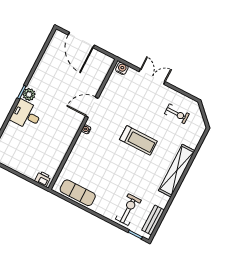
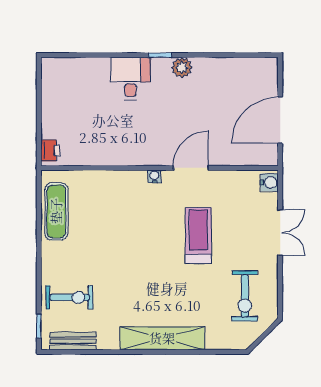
door: (81, 40) -> (280, 120), moved
plant: (29, 94) -> (182, 67), moved
door: (92, 107) -> (191, 168), hinge flipped
exercise bike: (177, 114) -> (245, 296), width x1.38, depth x1.39
treadmill: (138, 140) -> (198, 235), moved, turned 180

